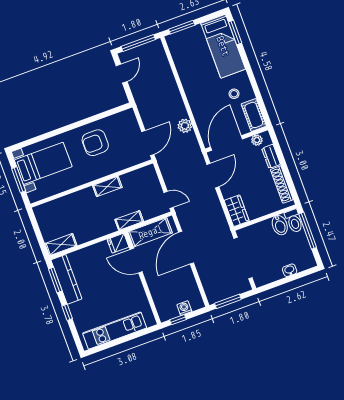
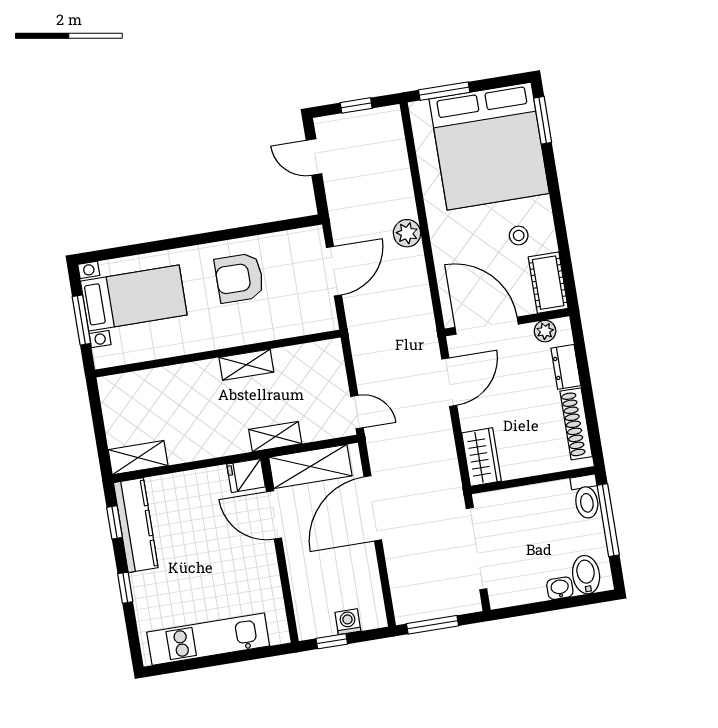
window: (138, 43) -> (356, 105), width x0.46
bed: (223, 46) -> (489, 146), width x2.04
door: (122, 74) -> (314, 157), swing flipped
plant: (185, 126) -> (407, 233), moved
door: (148, 143) -> (334, 271), moved
door: (226, 143) -> (487, 326), hinge flipped
bidet: (280, 225) -> (586, 575), moved, turned 180
window: (55, 280) -> (115, 522), width x0.67

